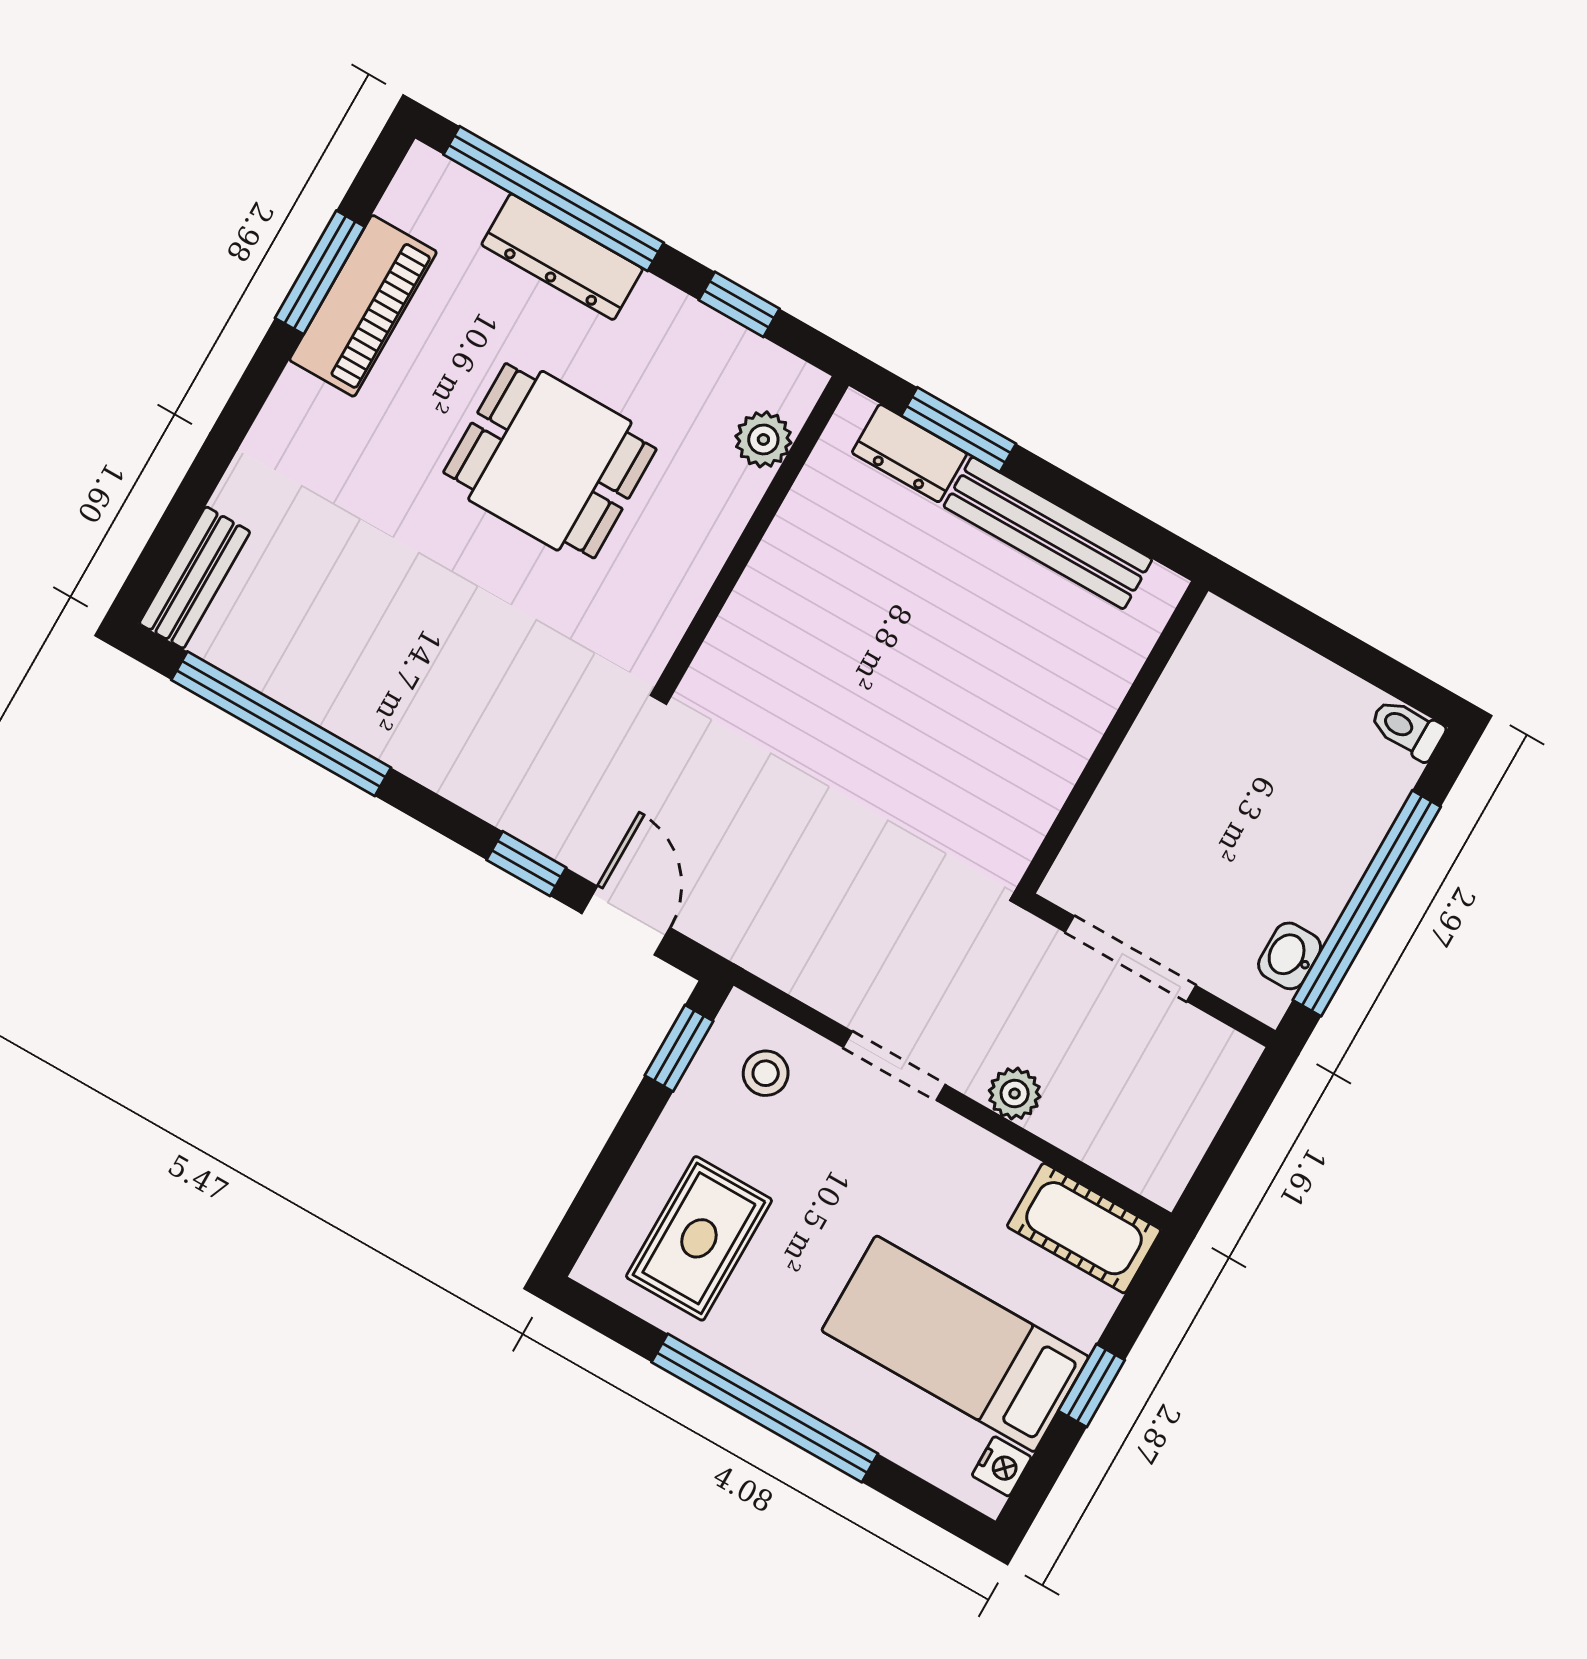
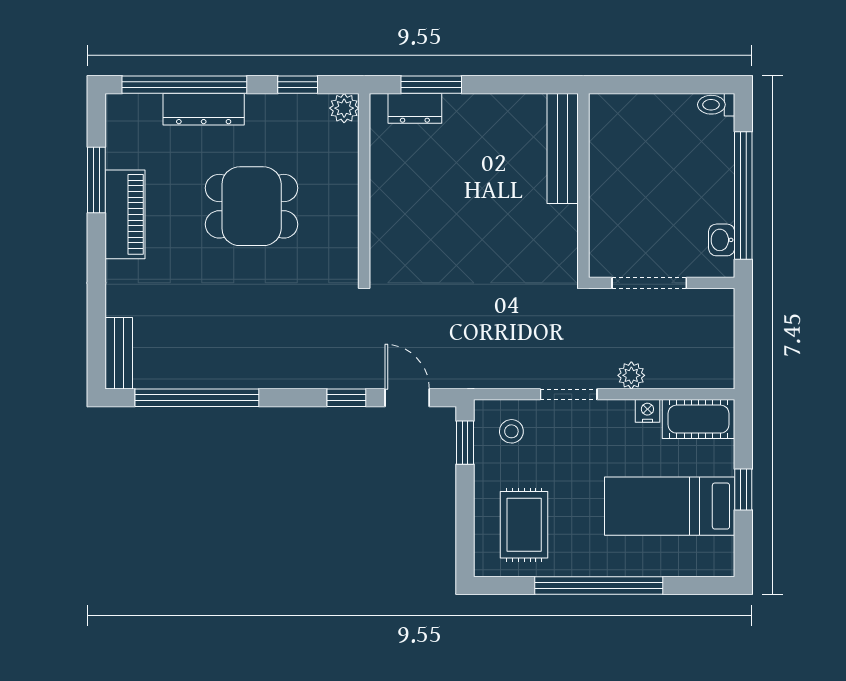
piano: (363, 306) -> (125, 214), moved
plant: (763, 439) -> (344, 108), moved
bench: (1048, 533) -> (563, 148), moved, turned 90
nightstand: (1002, 1466) -> (647, 411), moved, turned -90

